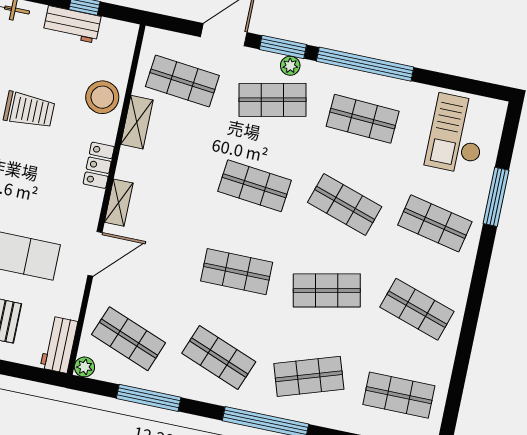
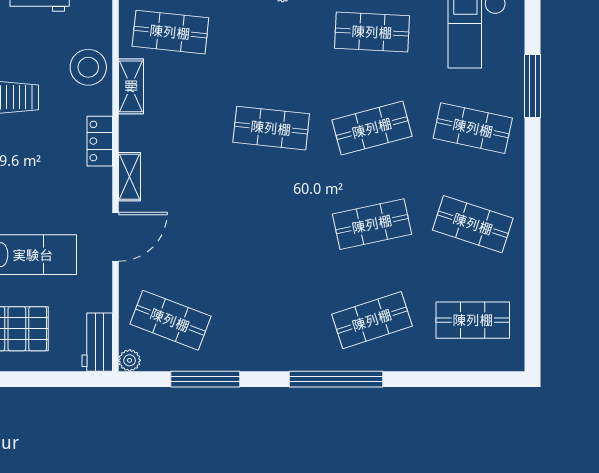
shop shelf: (272, 100) -> (271, 32), removed
shop shelf: (345, 205) -> (372, 128), turned -33
shop shelf: (237, 272) -> (271, 224), removed
shop shelf: (219, 357) -> (271, 320), removed

